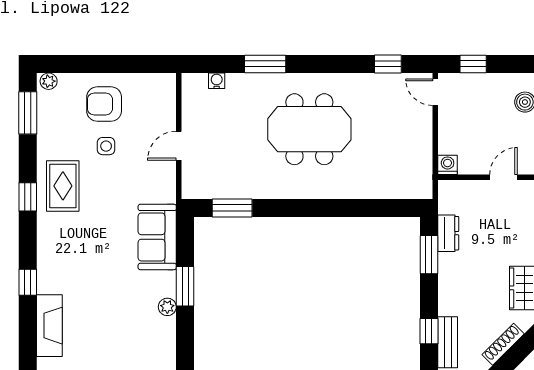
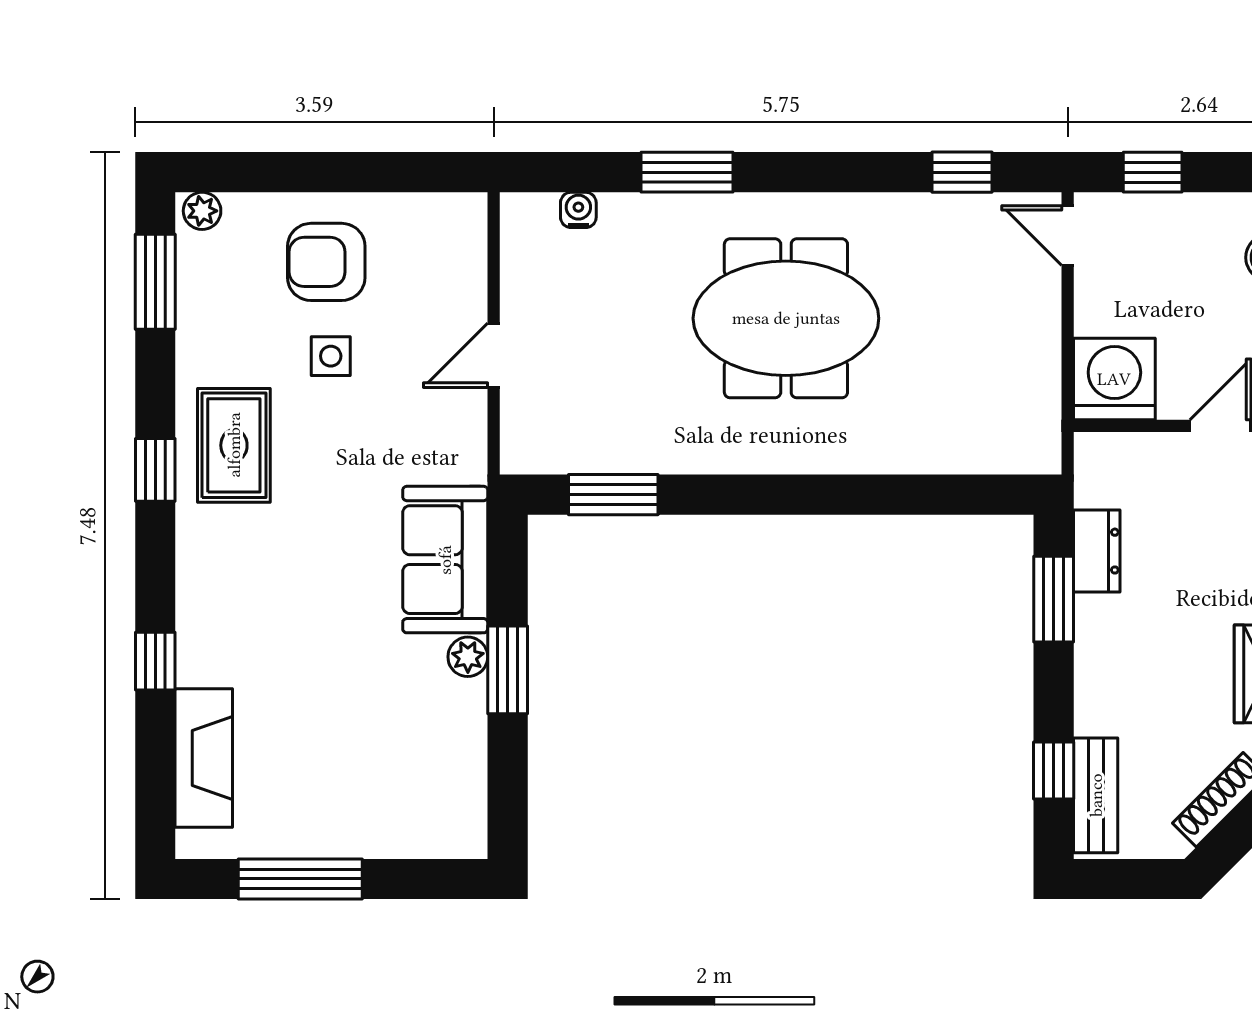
washing machine: (448, 165) -> (1114, 379), width x1.89, depth x1.89
plant: (167, 307) -> (468, 657), moved

